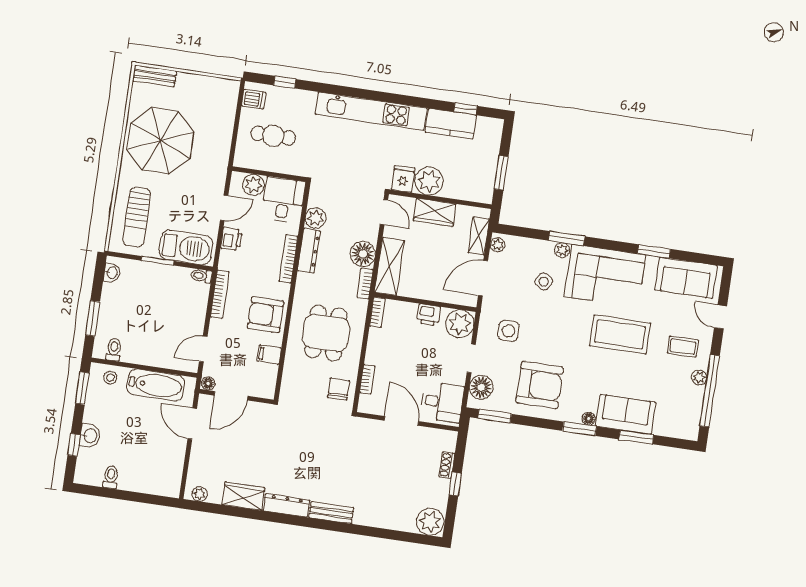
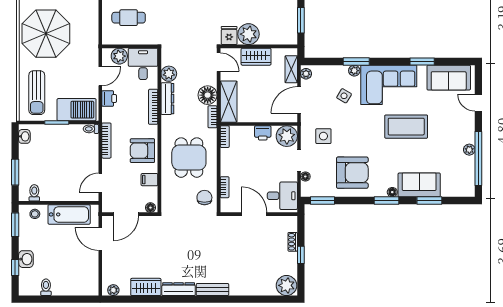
coffee table: (683, 347) -> (454, 129), removed
floor lamp: (208, 383) -> (150, 208), moved
floor lamp: (481, 387) -> (305, 176), width x0.53, depth x0.53

